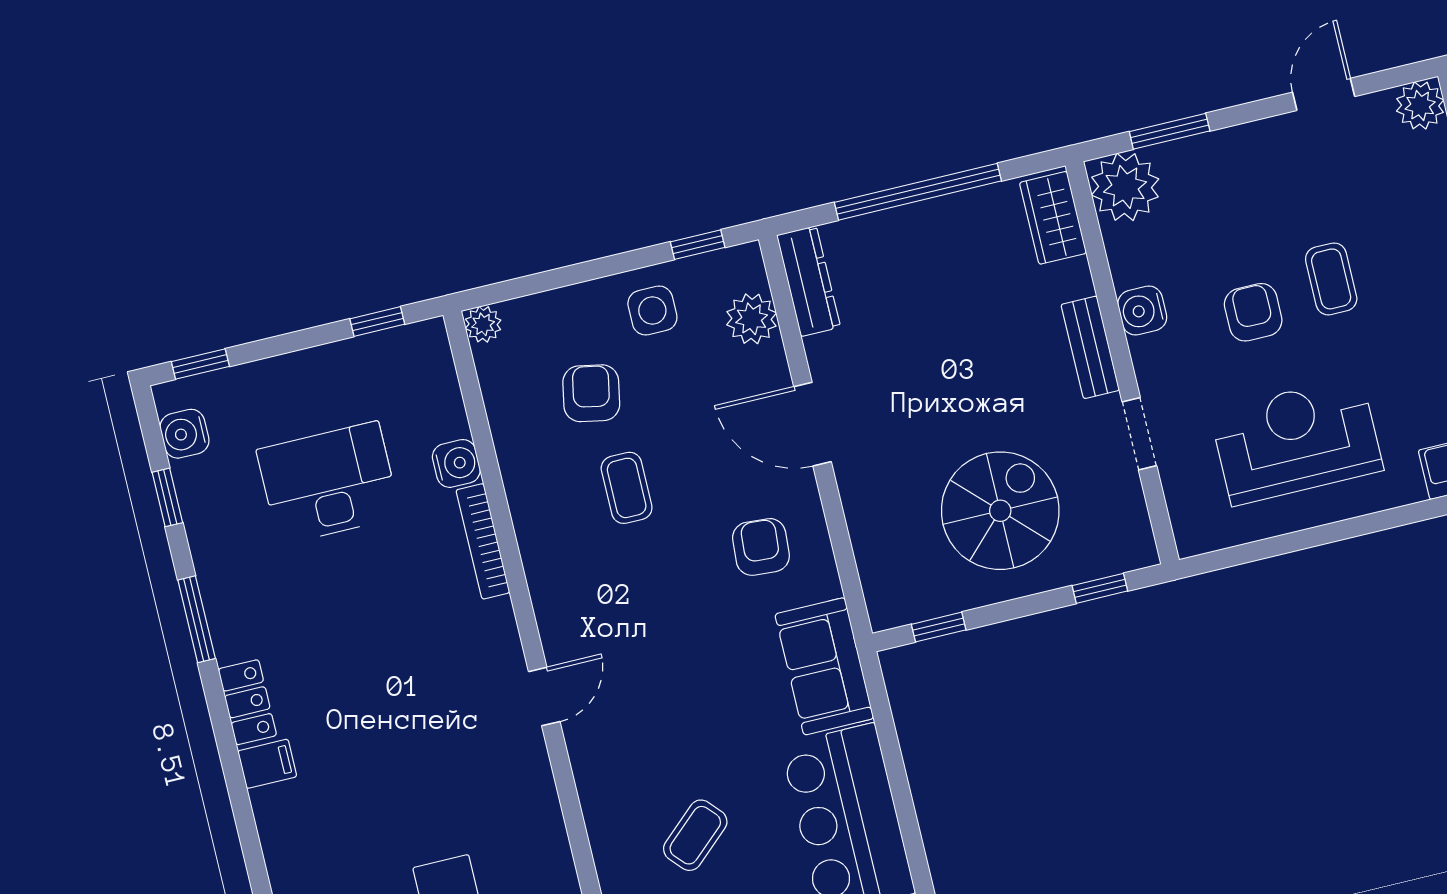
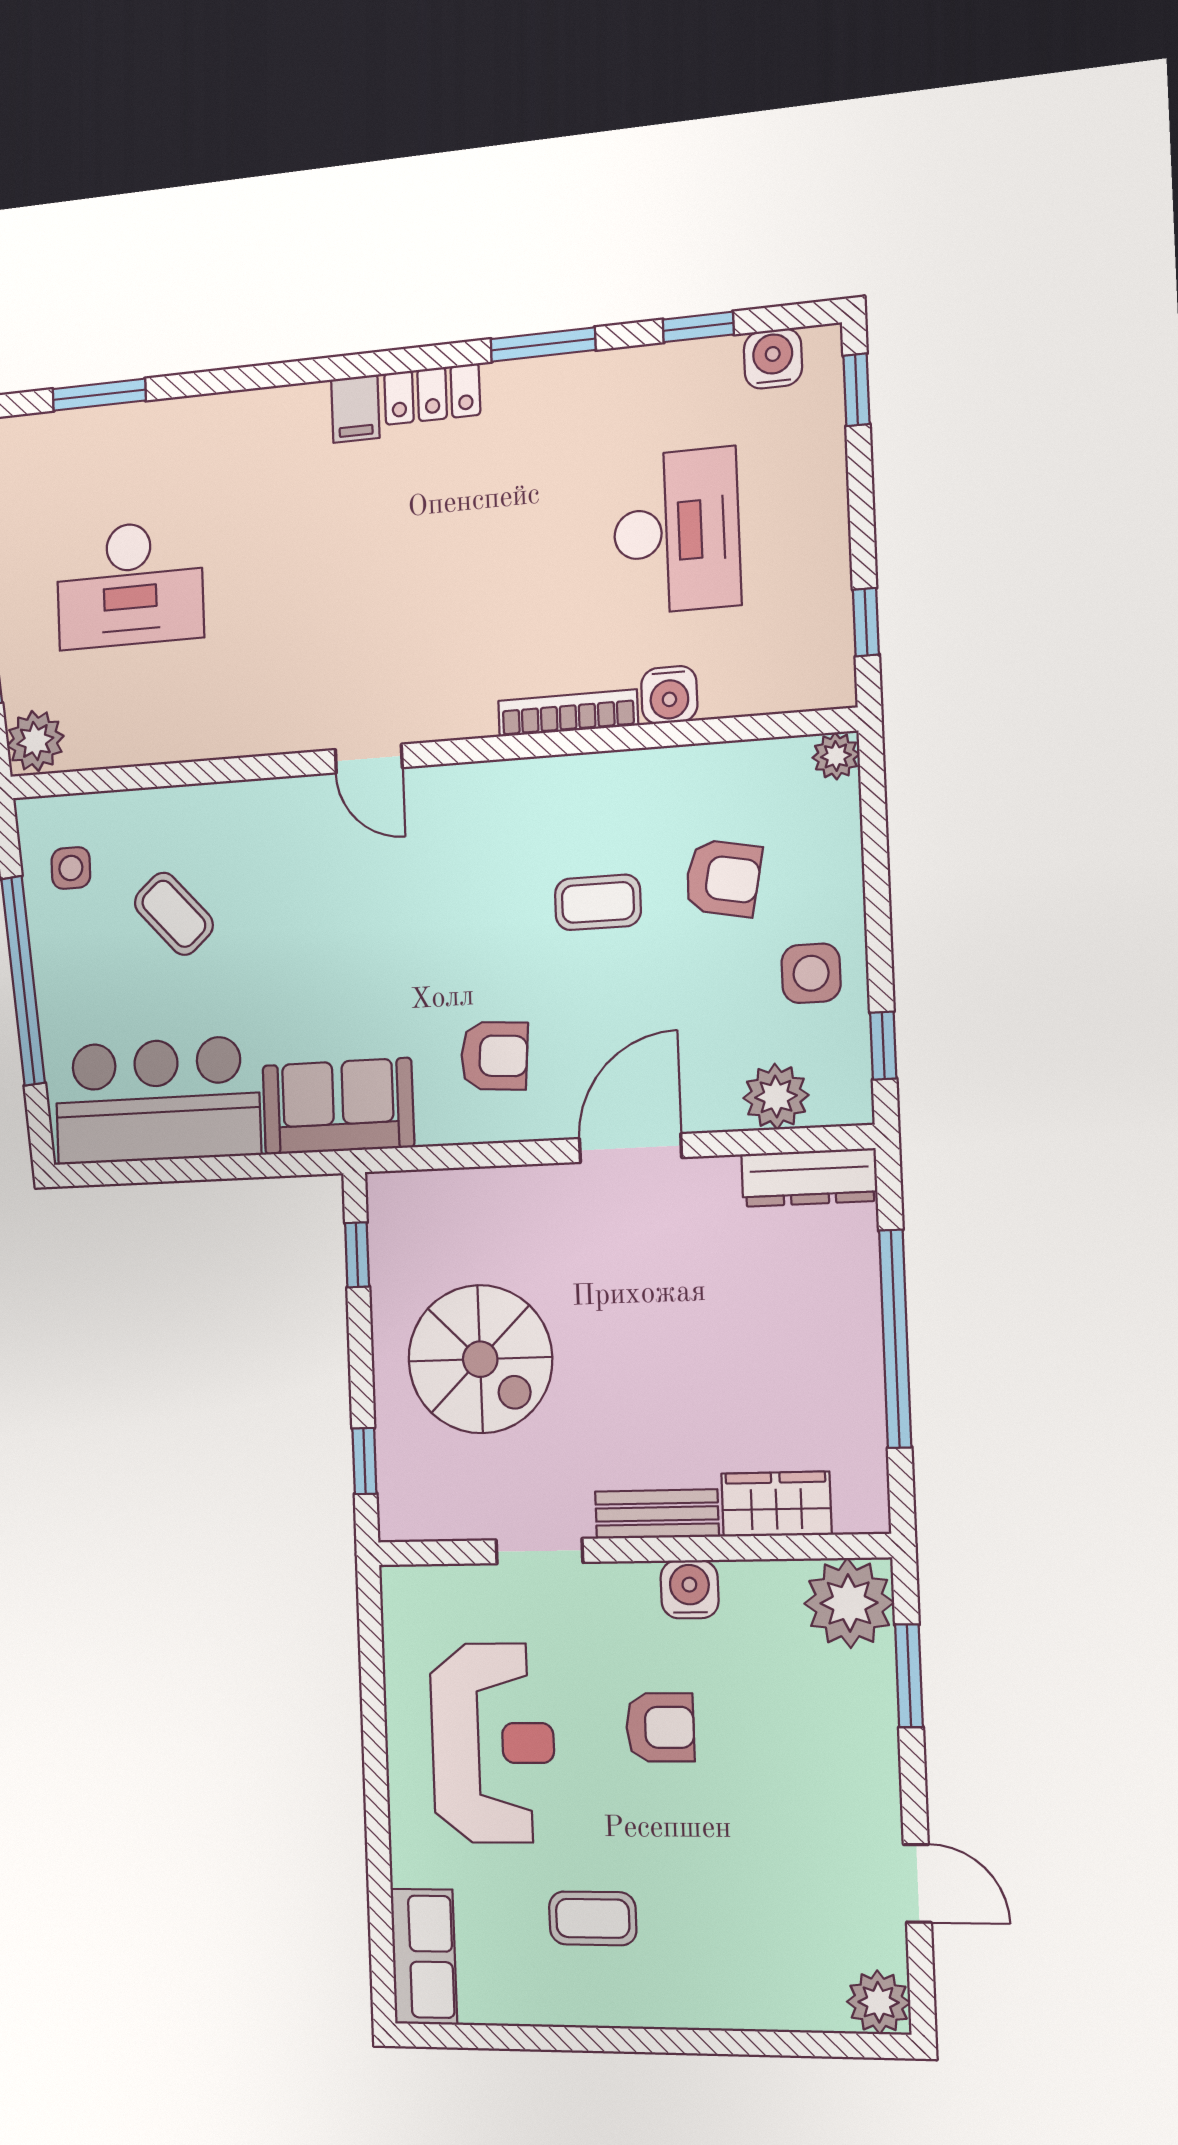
wardrobe: (1053, 218) -> (776, 1504), moved
coffee table: (1331, 279) -> (593, 1918), moved

